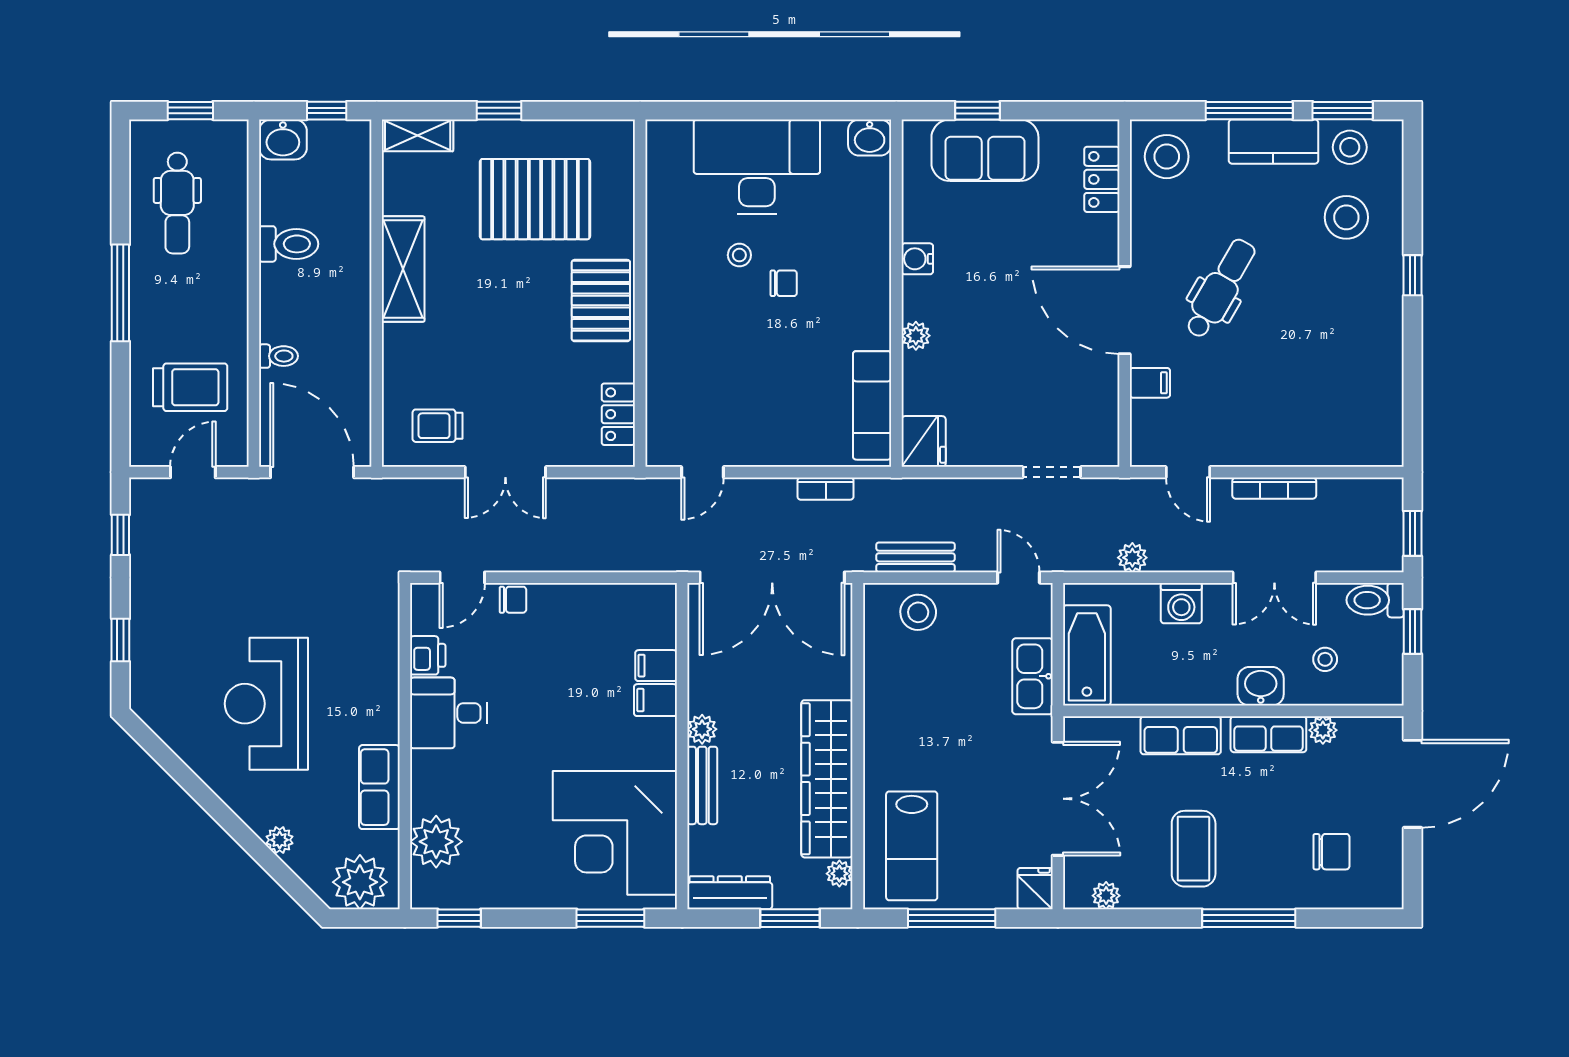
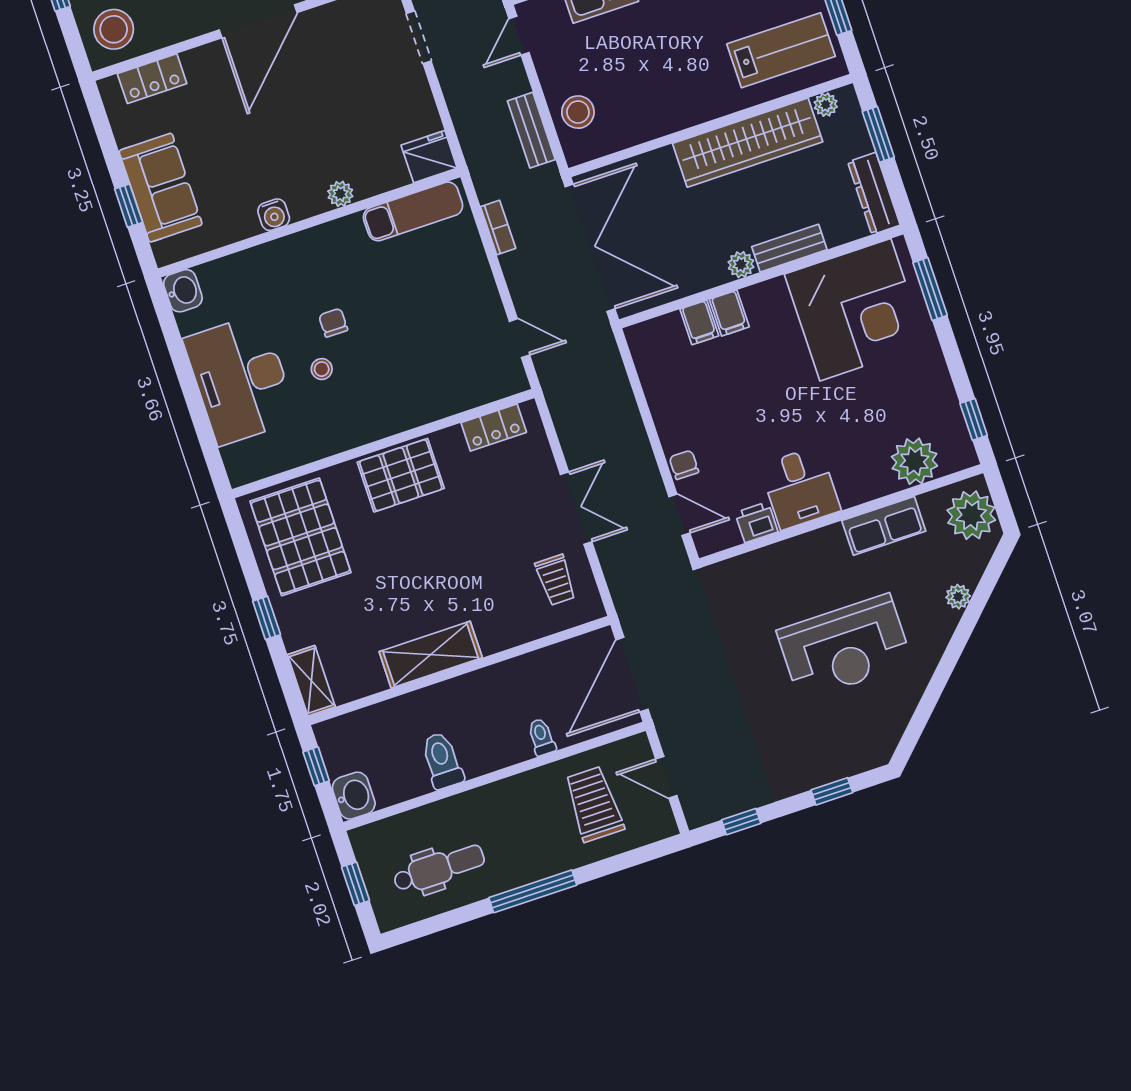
pallet: (535, 199) -> (300, 537), moved

